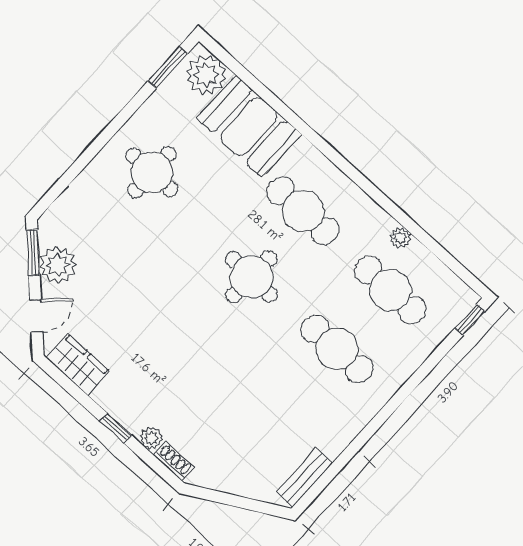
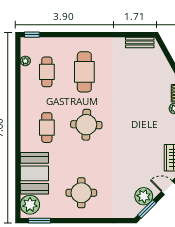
cafe table: (303, 211) -> (47, 128), width x0.73, depth x0.74
plant: (400, 238) -> (25, 61), moved
cafe table: (390, 290) -> (47, 72), width x0.73, depth x0.74

